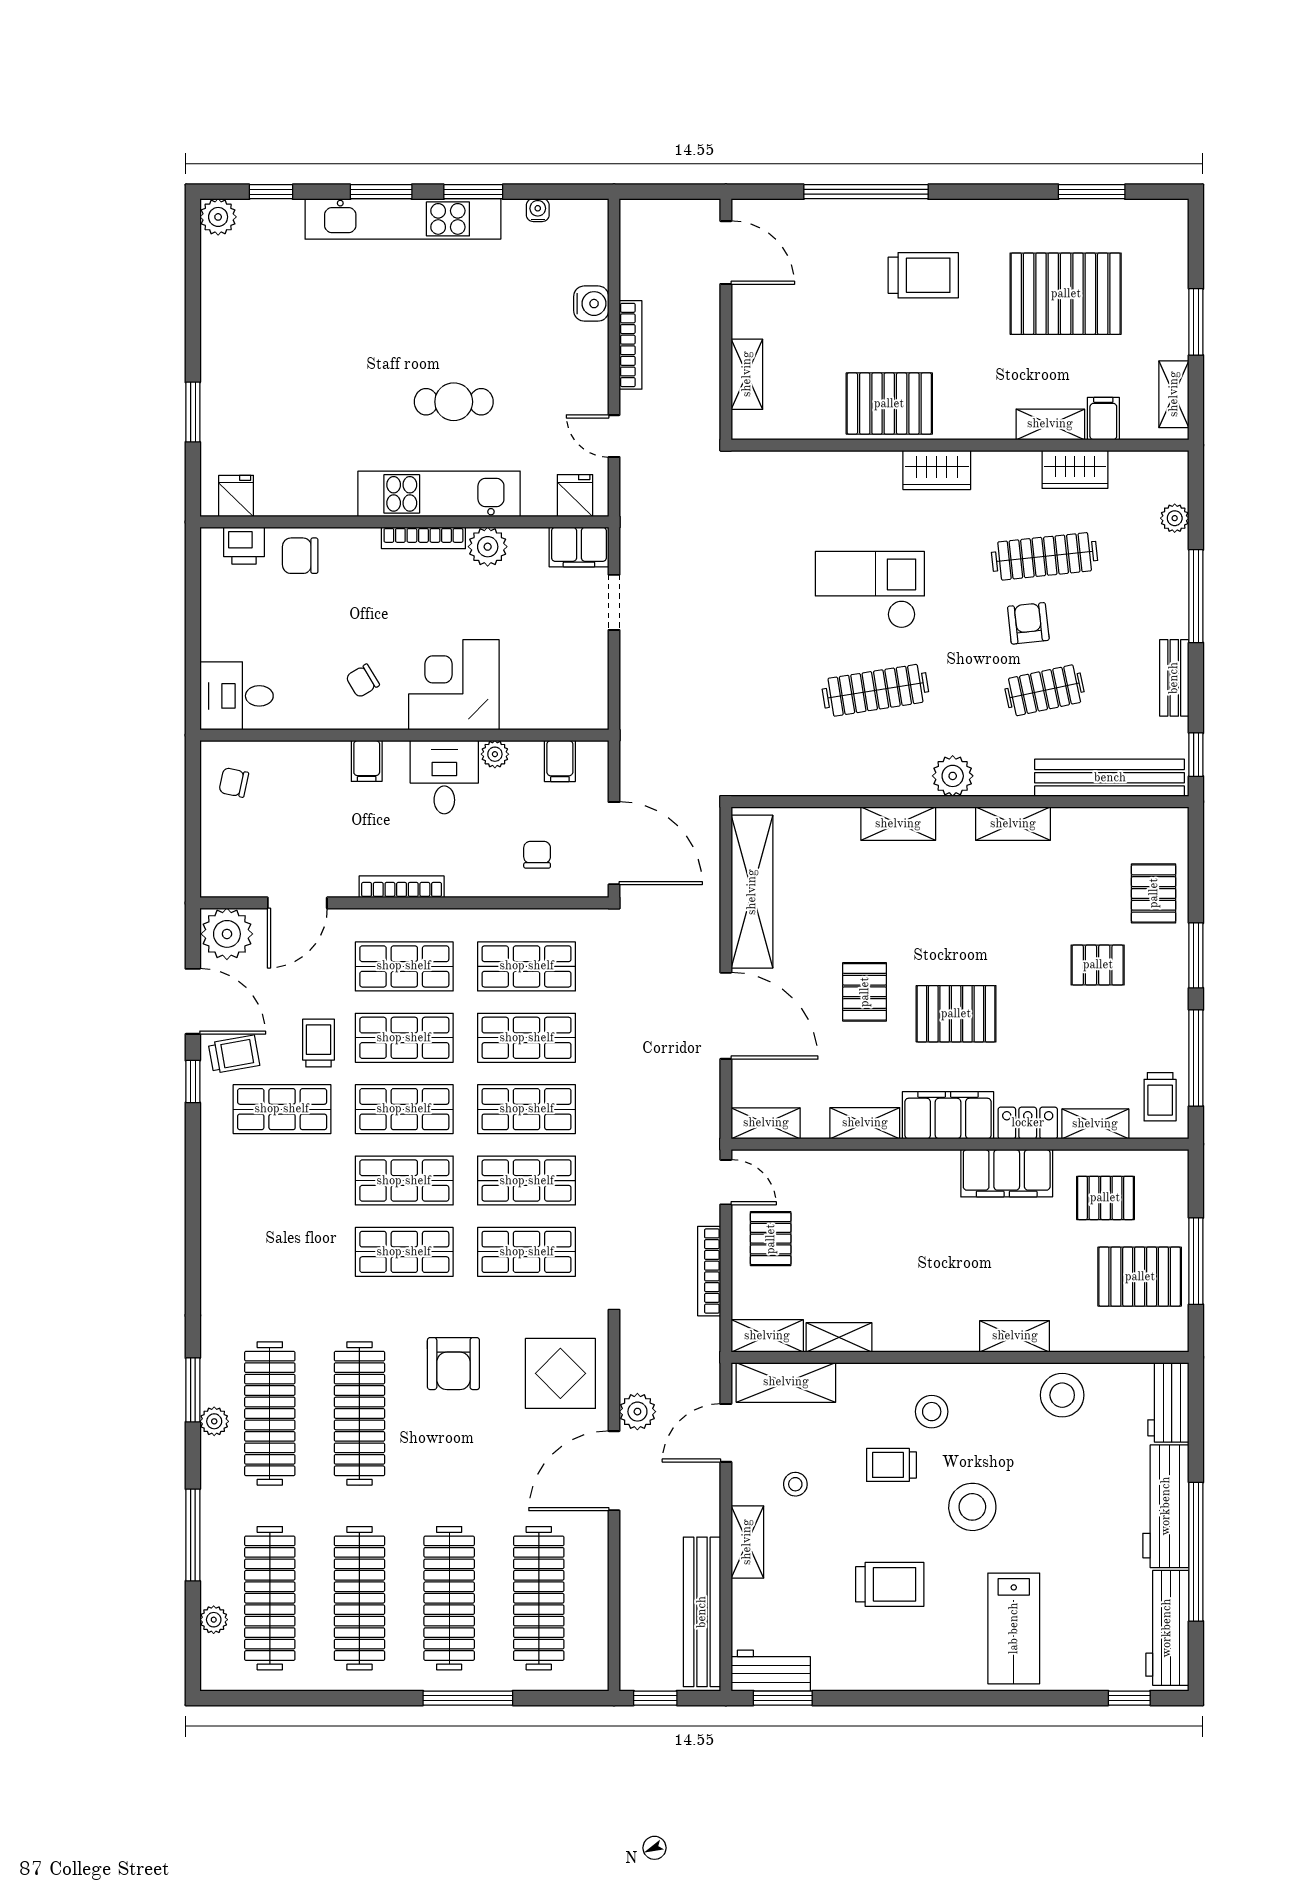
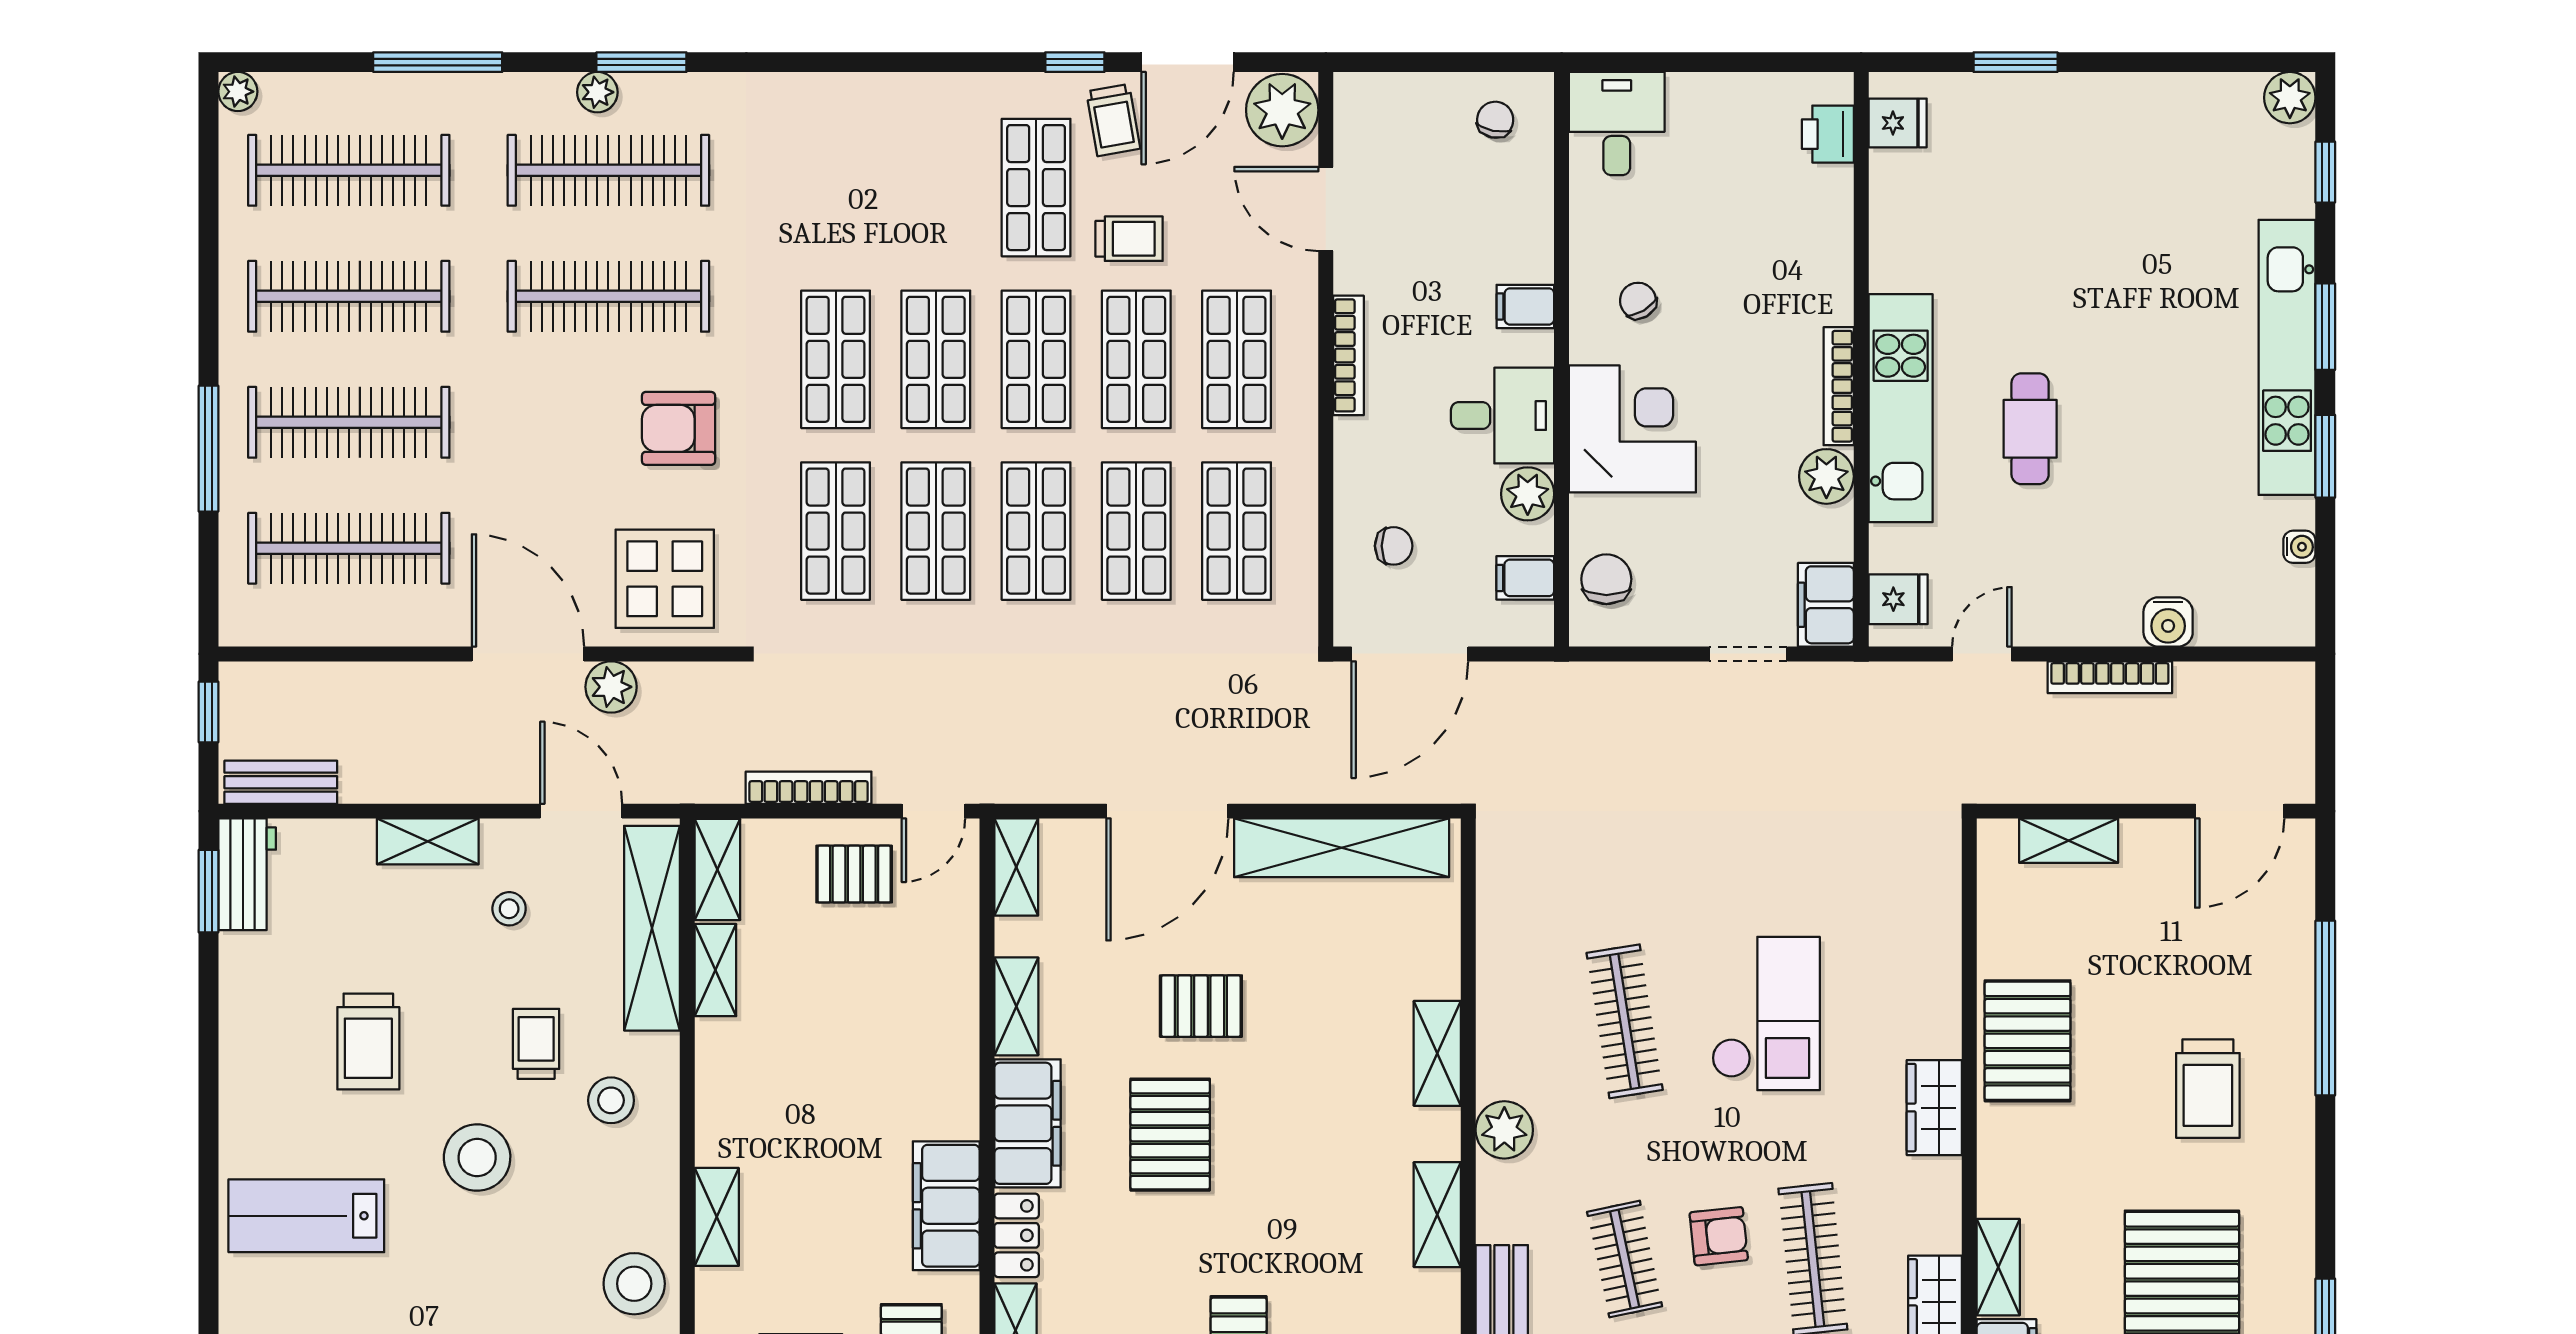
chair: (300, 556) -> (1606, 579), moved
plant: (495, 754) -> (1528, 494), width x1.38, depth x1.38
shelving: (786, 1382) -> (652, 928), width x1.47
bench: (702, 1612) -> (281, 782), width x0.54, depth x0.82
plant: (214, 1620) -> (238, 92), moved

